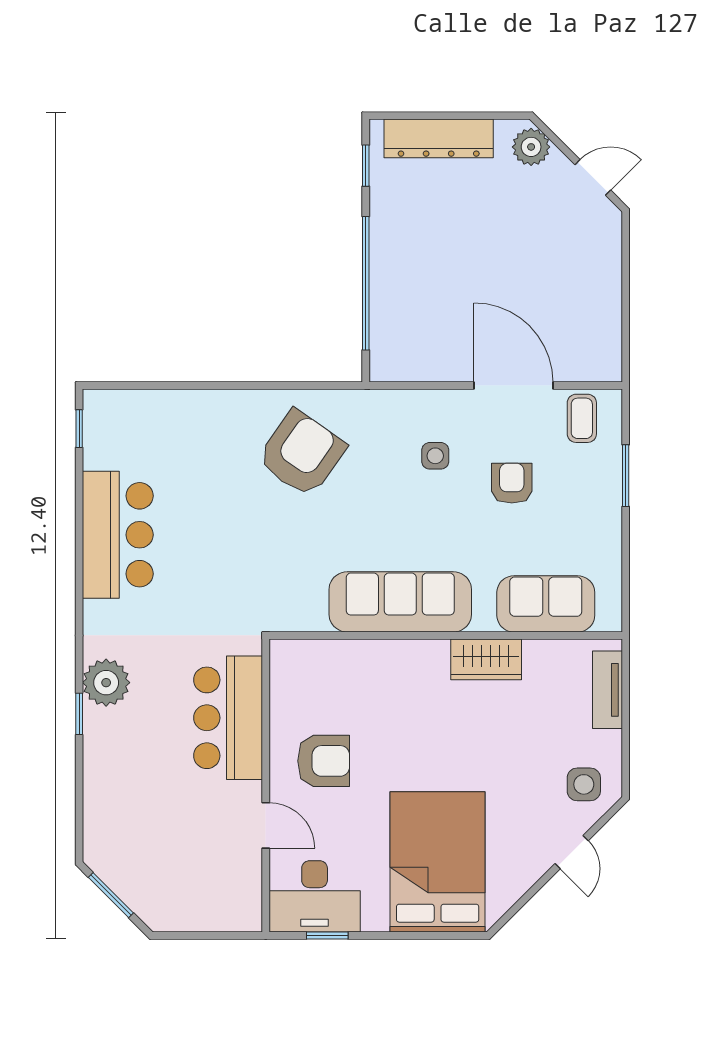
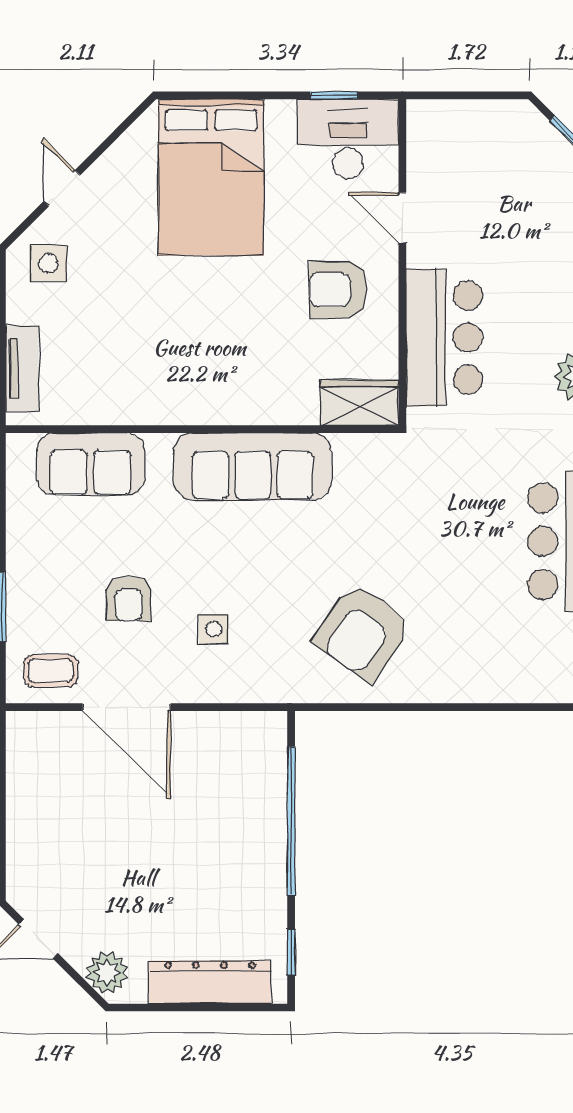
coffee table: (582, 418) -> (51, 671), turned 90
wardrobe: (486, 659) -> (359, 403), moved

